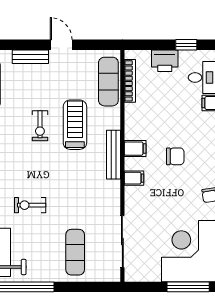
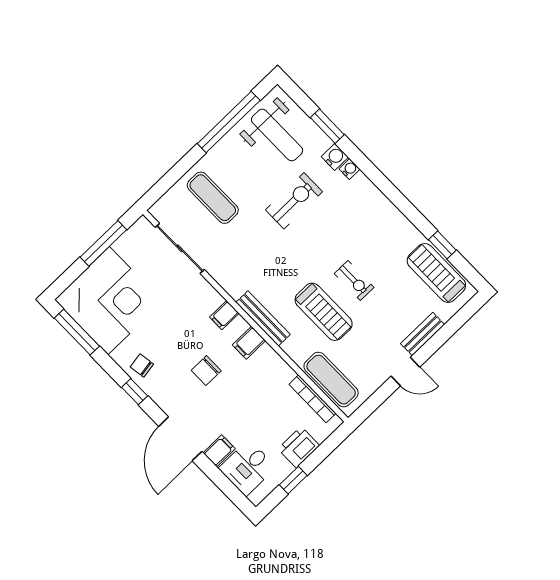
exercise bike: (40, 126) -> (354, 281), turned 180
exercise bike: (30, 205) -> (294, 201), width x1.38, depth x1.39
window: (188, 287) -> (103, 243), moved

